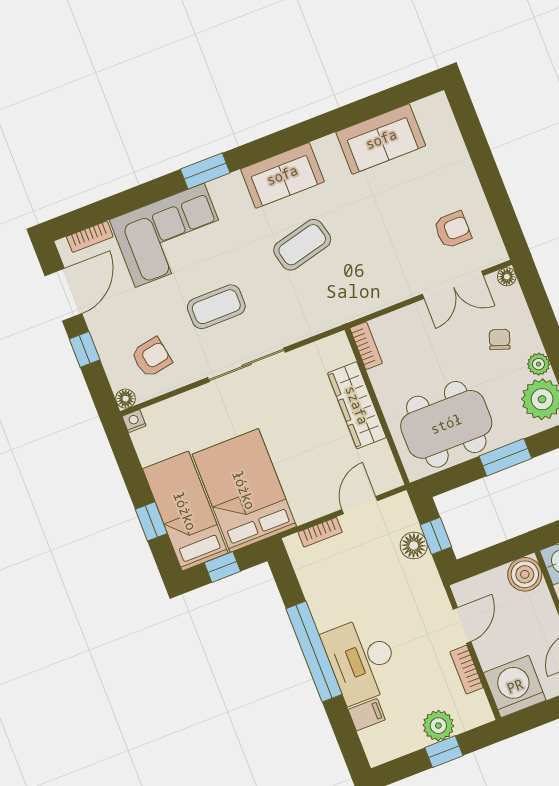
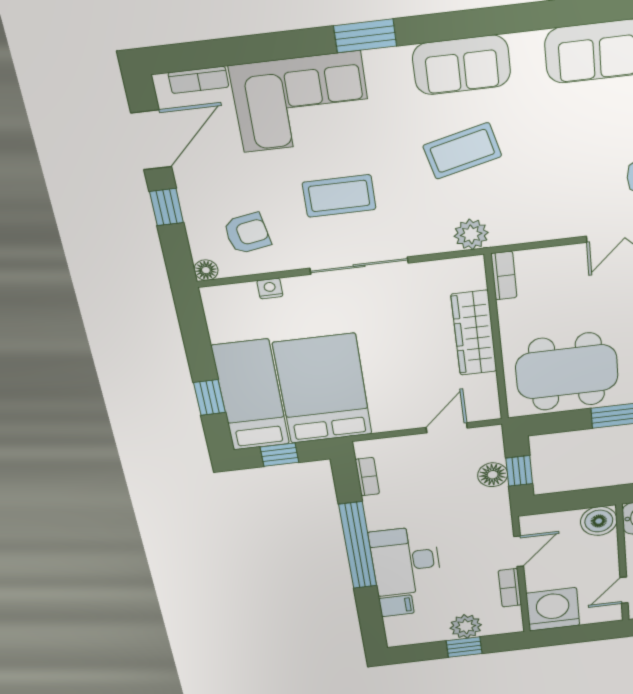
plant: (329, 315) -> (471, 234), added
nightstand: (134, 421) -> (270, 288), moved
bookcase: (320, 532) -> (367, 477), moved, turned -90

